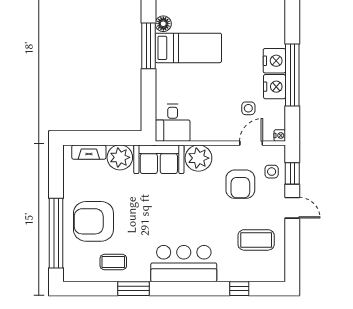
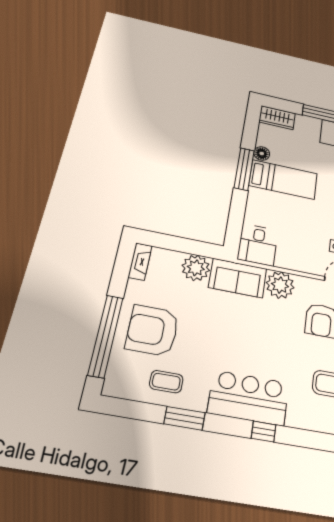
fireplace: (89, 152) -> (140, 262), moved, turned -90
window: (239, 289) -> (264, 432), moved

